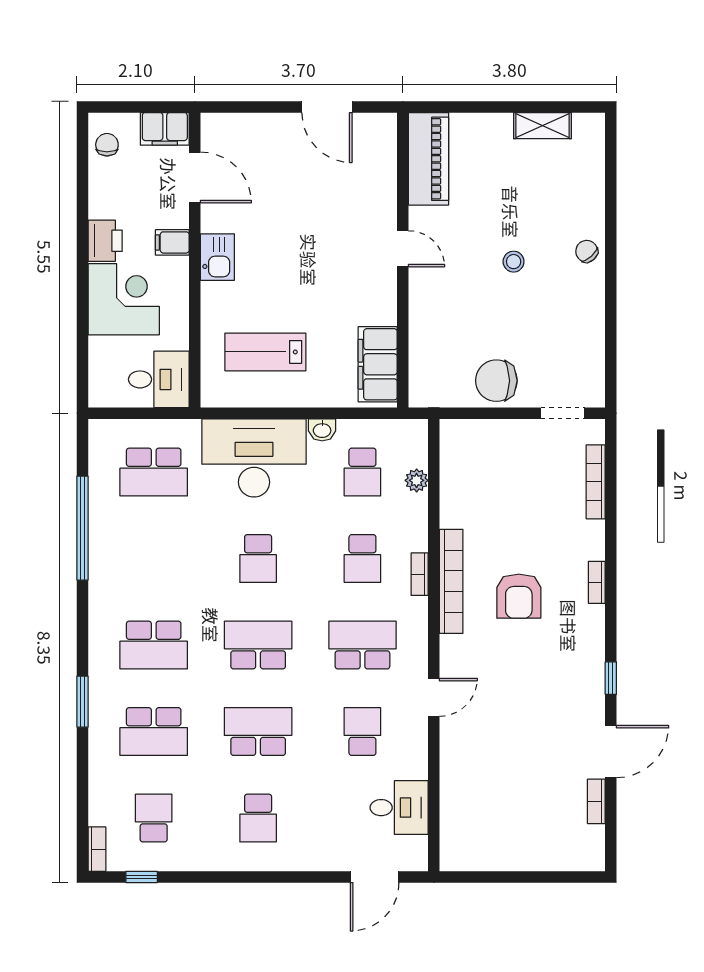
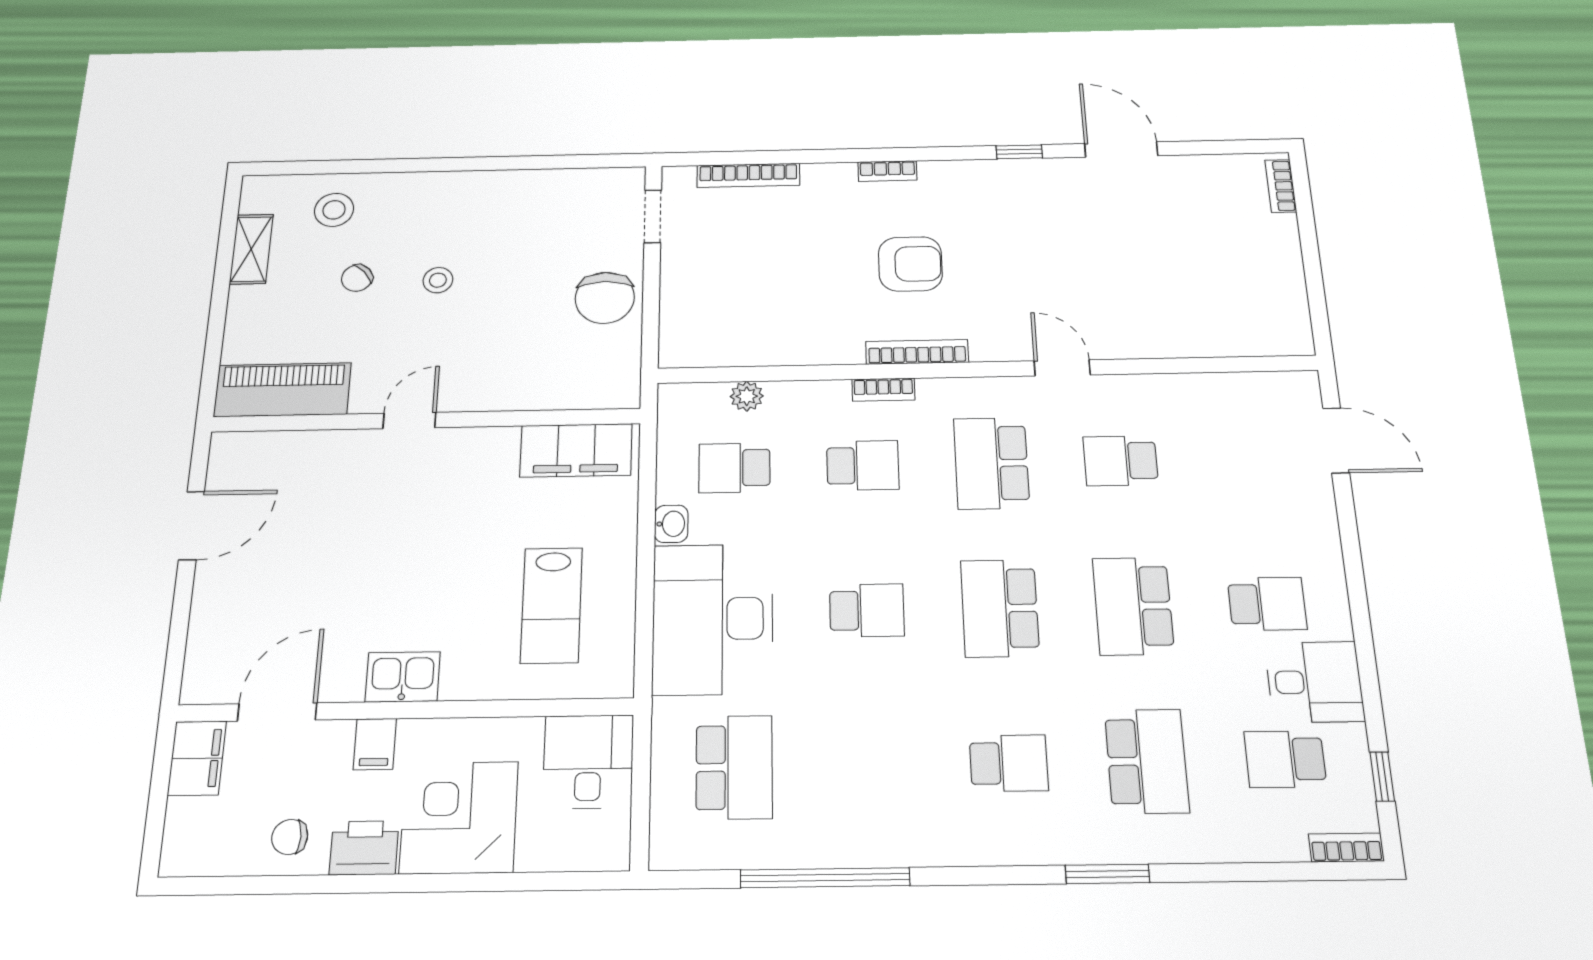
chair: (107, 145) -> (290, 837), moved
stool: (574, 182) -> (334, 210), added
chair: (587, 251) -> (357, 278), moved
school desk: (362, 472) -> (734, 468), turned 180
bookcase: (451, 581) -> (917, 352), width x0.68, depth x0.76
school desk: (154, 645) -> (1009, 763), width x0.54
bookcase: (596, 801) -> (1281, 186), moved, turned 90
desk: (399, 808) -> (1314, 682), moved, turned 90

